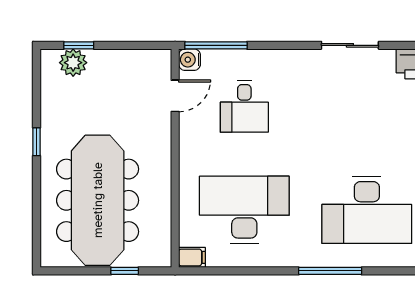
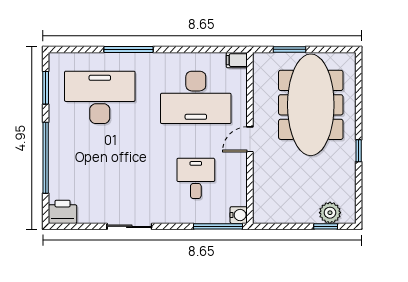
sliding door: (350, 45) -> (129, 226), moved
door: (175, 96) -> (250, 139), moved
window: (125, 271) -> (290, 49), width x1.50

